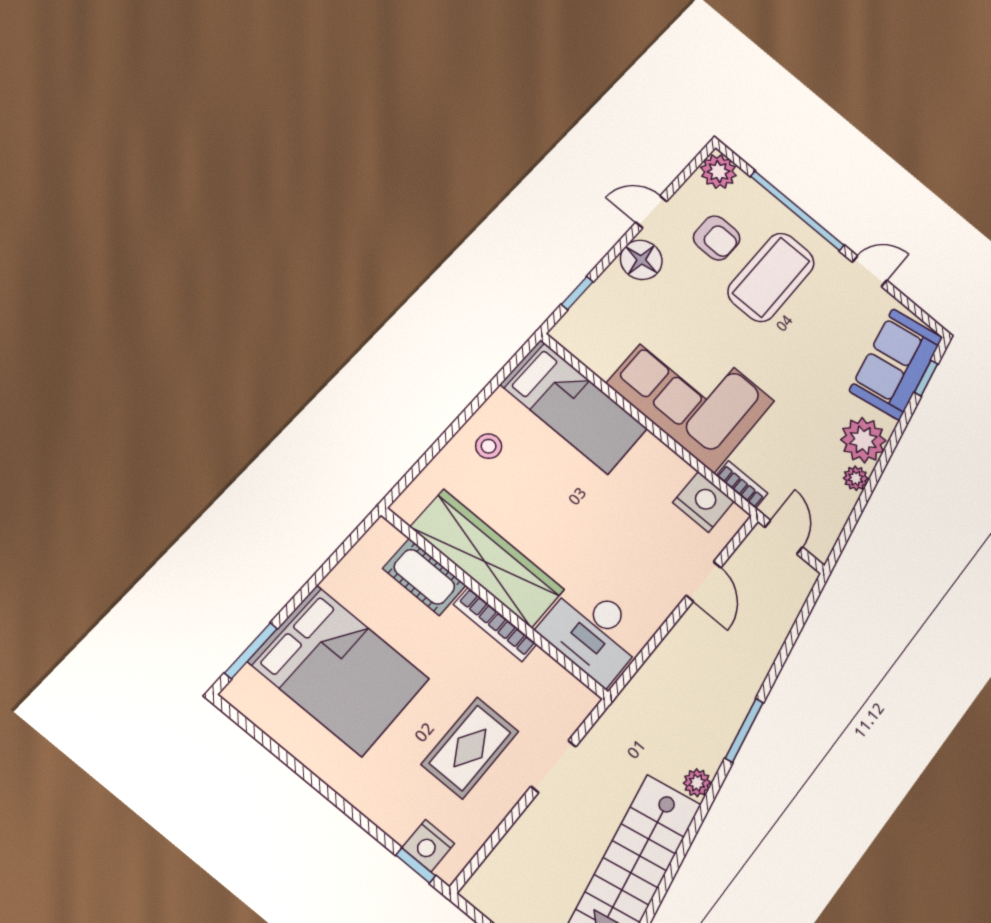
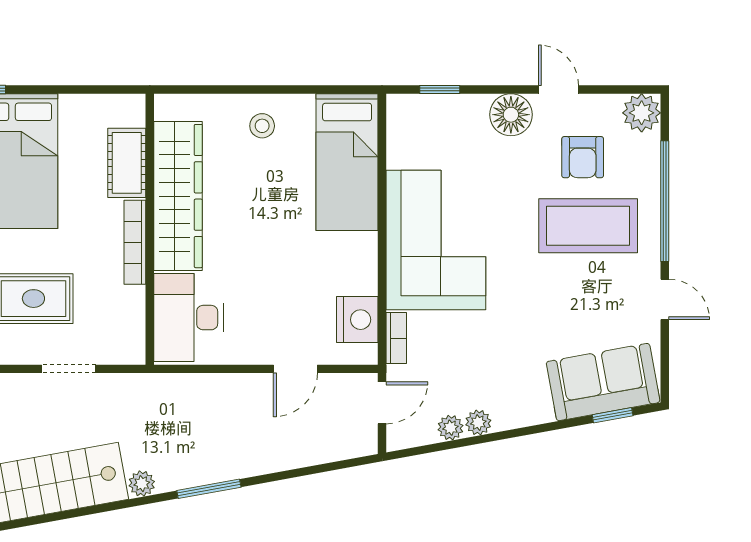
plant: (863, 440) -> (450, 428), moved, width x0.53, depth x0.53

